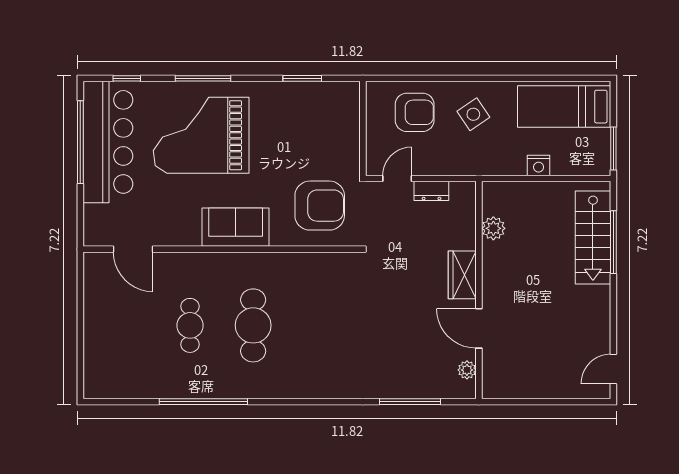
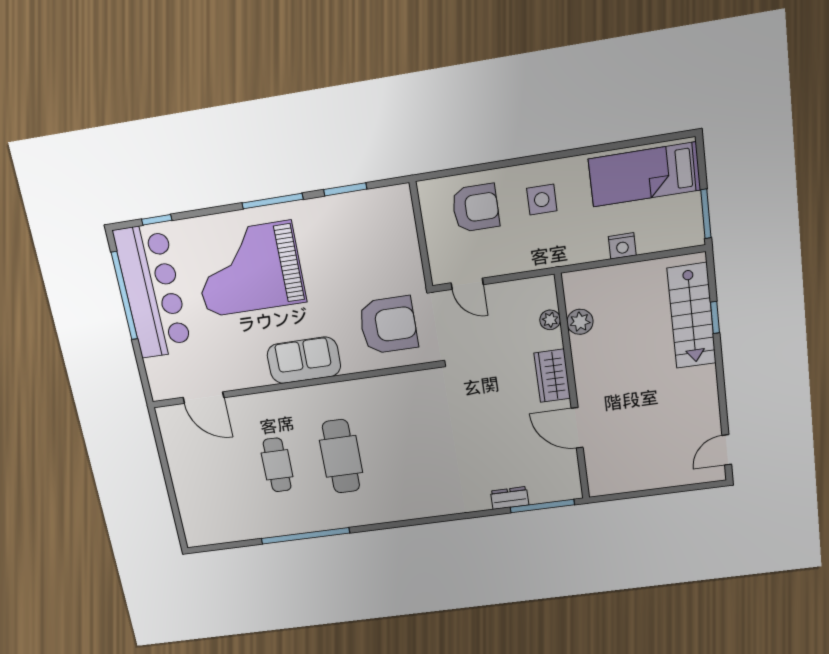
window: (203, 78) -> (273, 201), moved
side table: (473, 114) -> (542, 200), turned 34
door: (397, 179) -> (467, 284), swing flipped
dresser: (431, 191) -> (510, 498), moved, turned 180
window: (613, 242) -> (715, 317), width x0.46
plant: (467, 370) -> (550, 320), moved
window: (410, 402) -> (542, 506), moved

